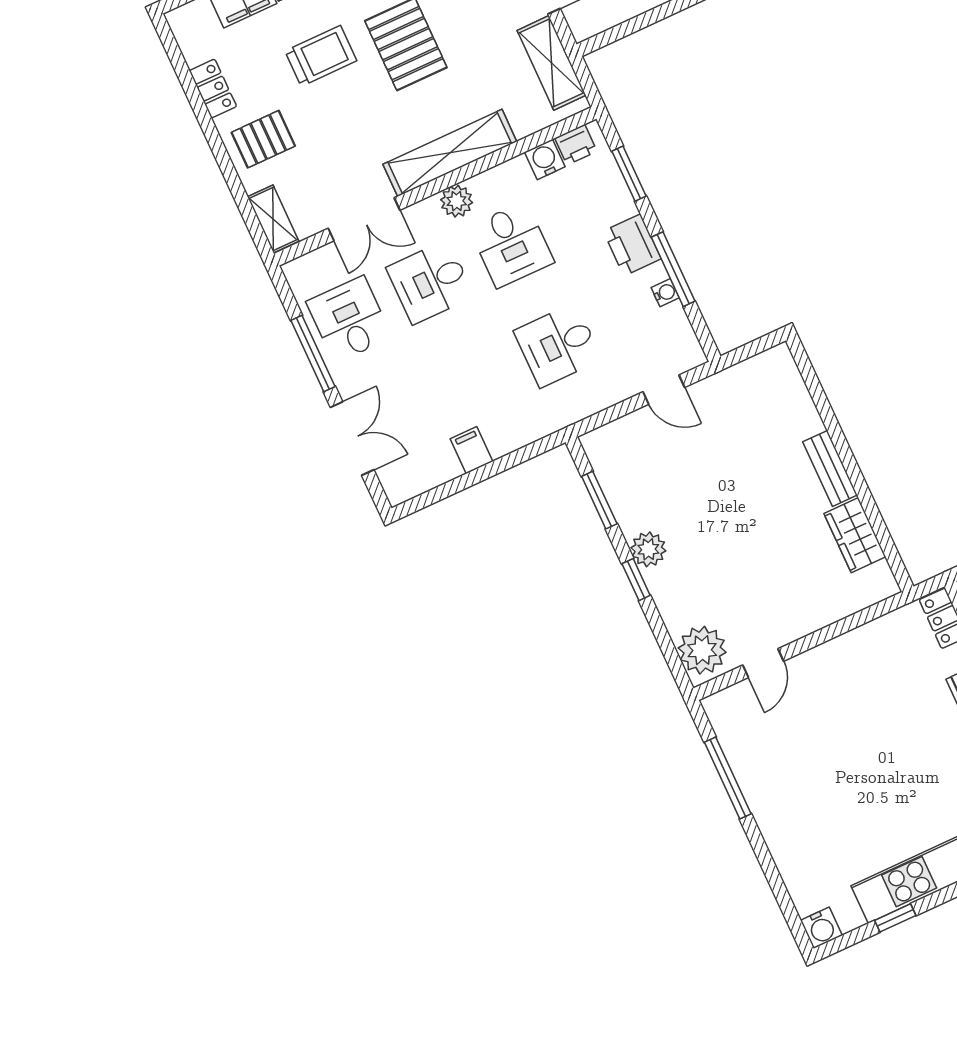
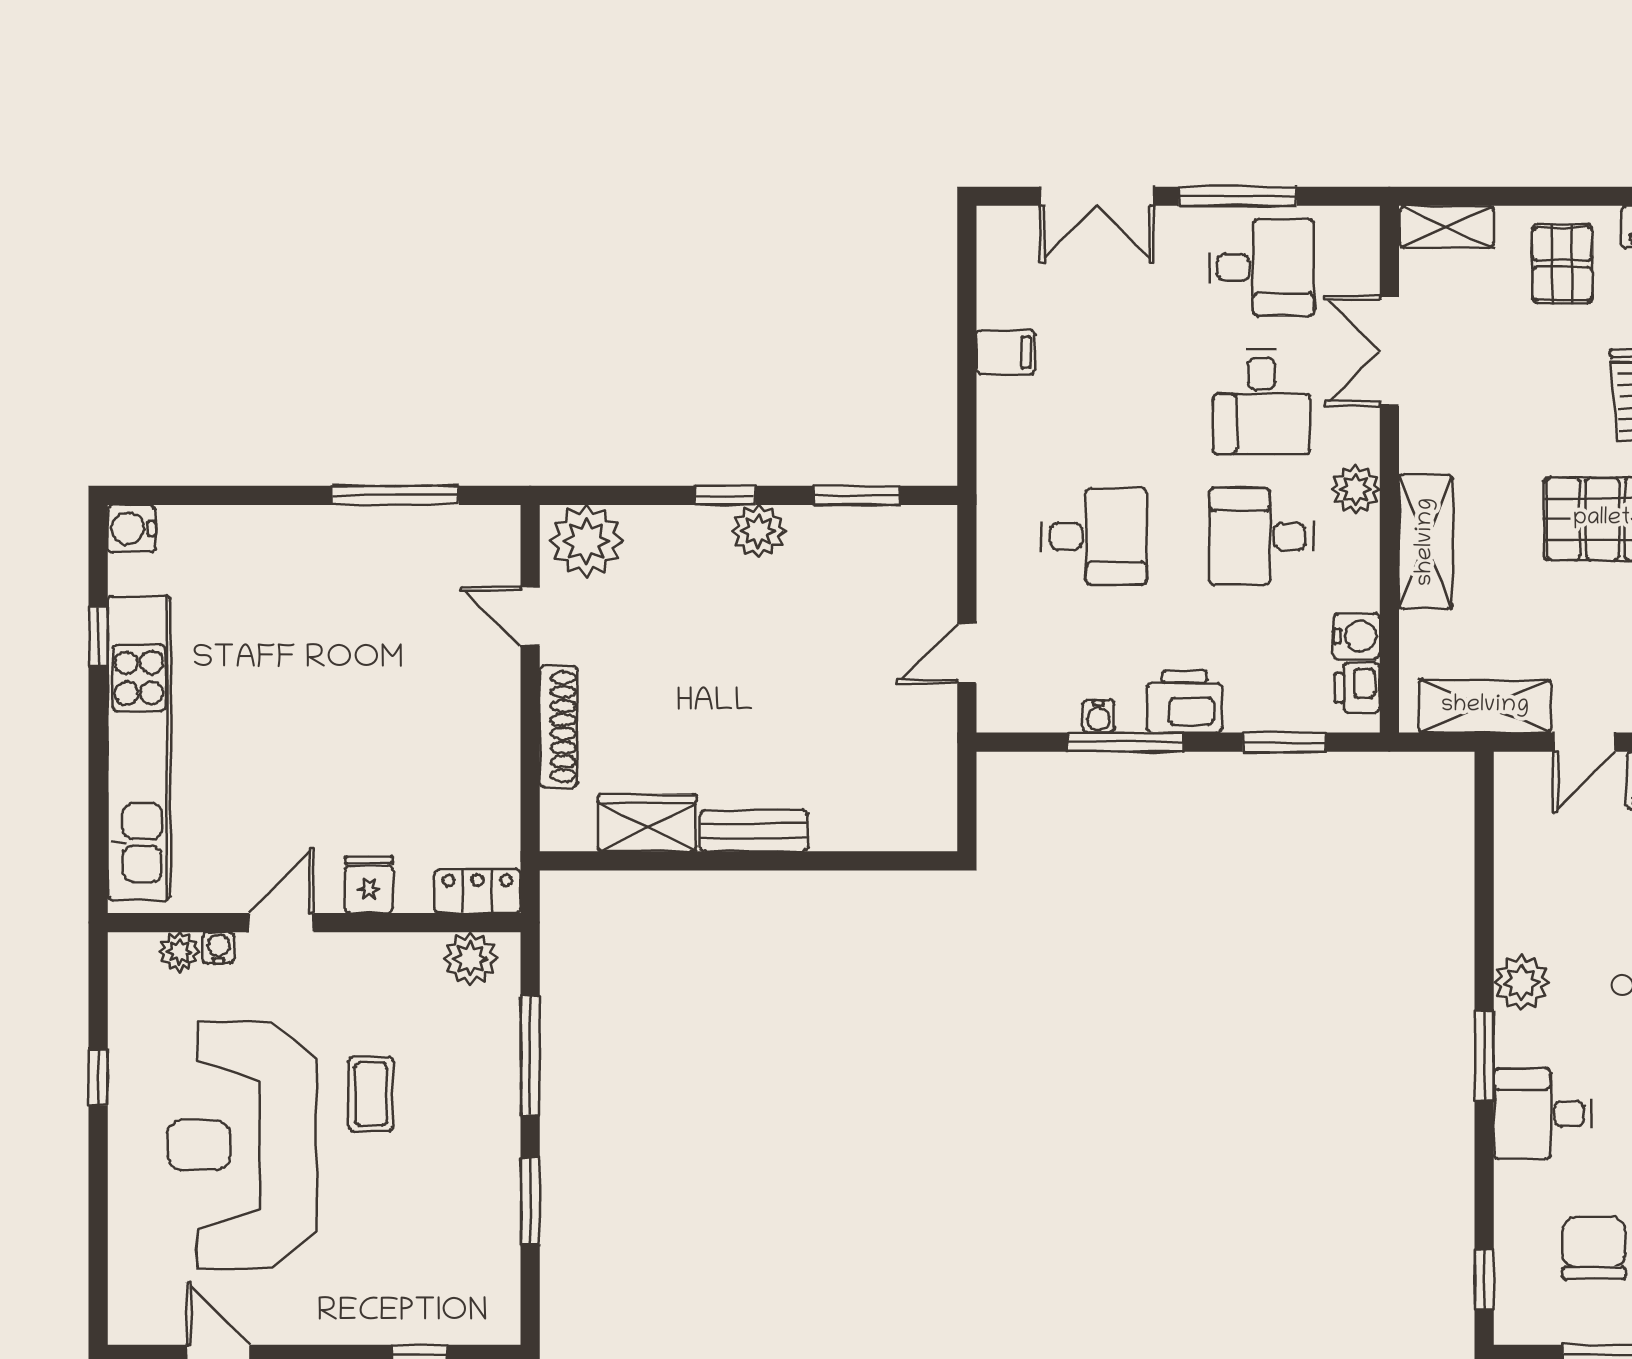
shelving: (450, 153) -> (1426, 542), width x0.68
desk: (430, 282) -> (1262, 402), turned 180
desk: (558, 345) -> (1095, 536), turned 90
shoe rack: (822, 615) -> (558, 727), added

